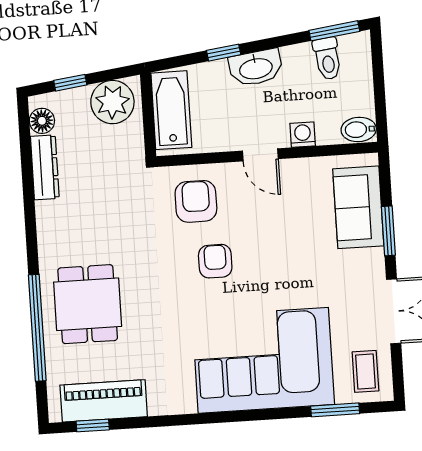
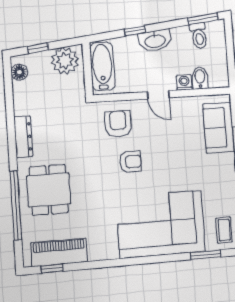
bidet: (359, 129) -> (200, 78), moved, turned 90
dresser: (45, 167) -> (23, 137), moved
armchair: (215, 261) -> (130, 162), turned 90

